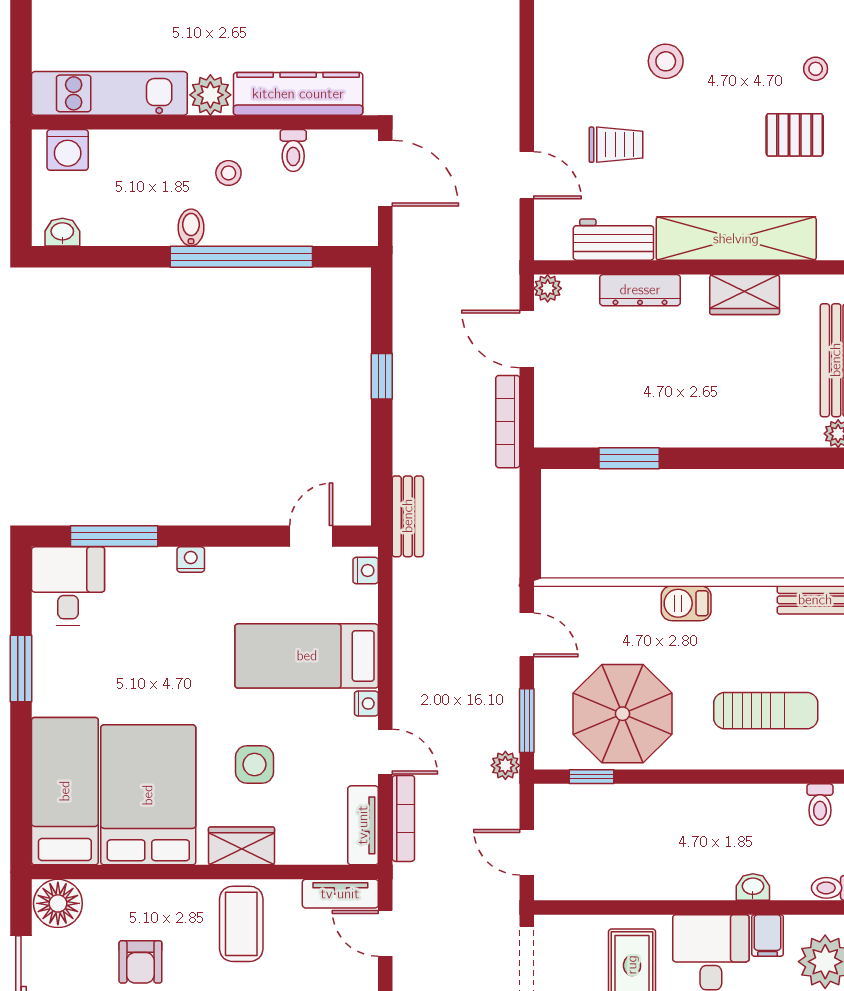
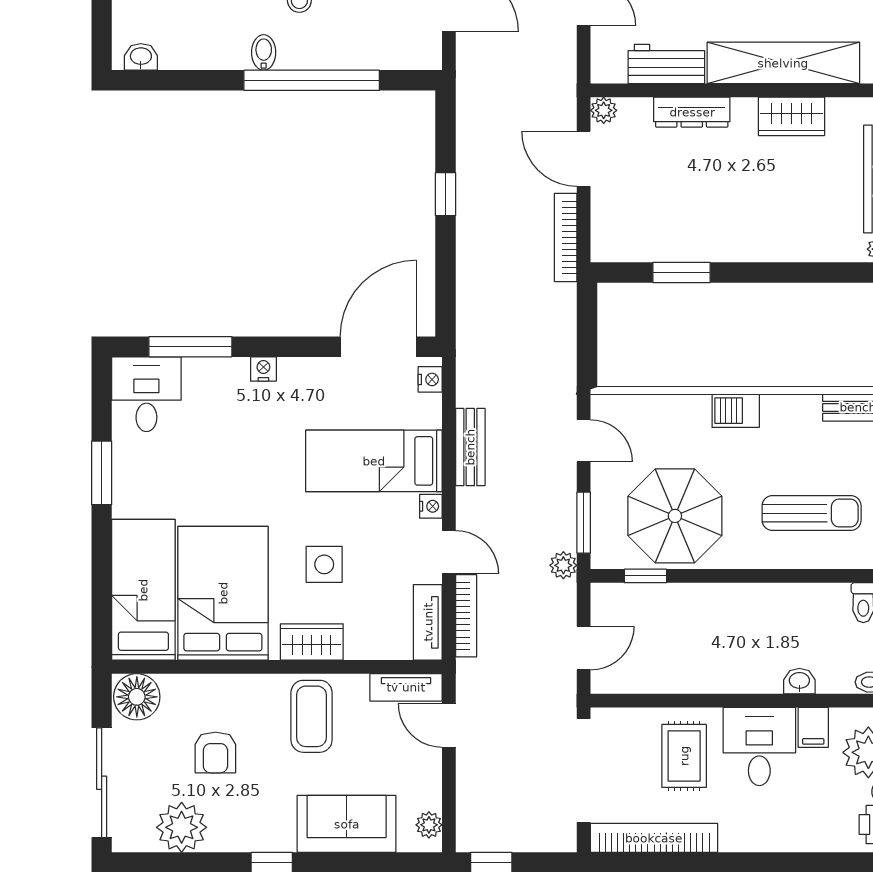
bench: (408, 516) -> (470, 447), moved
door: (311, 536) -> (378, 347), width x1.88
door: (527, 852) -> (584, 648), swing flipped

